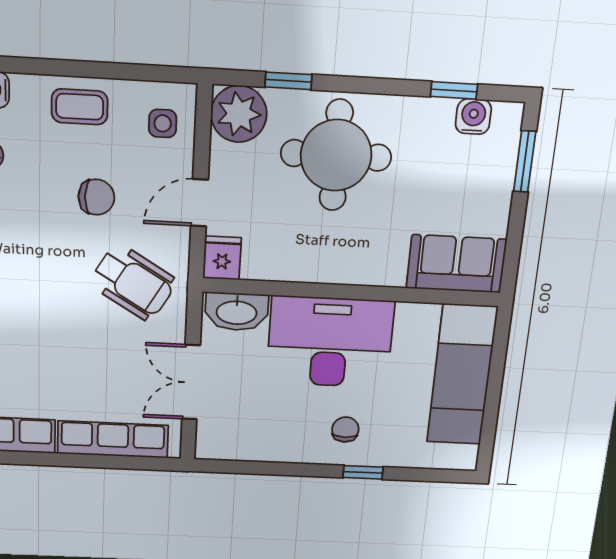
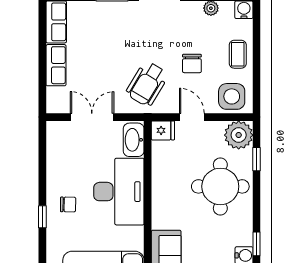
side table: (163, 123) -> (232, 96), width x1.87, depth x1.87
row of seats: (113, 439) -> (56, 65), width x0.68

